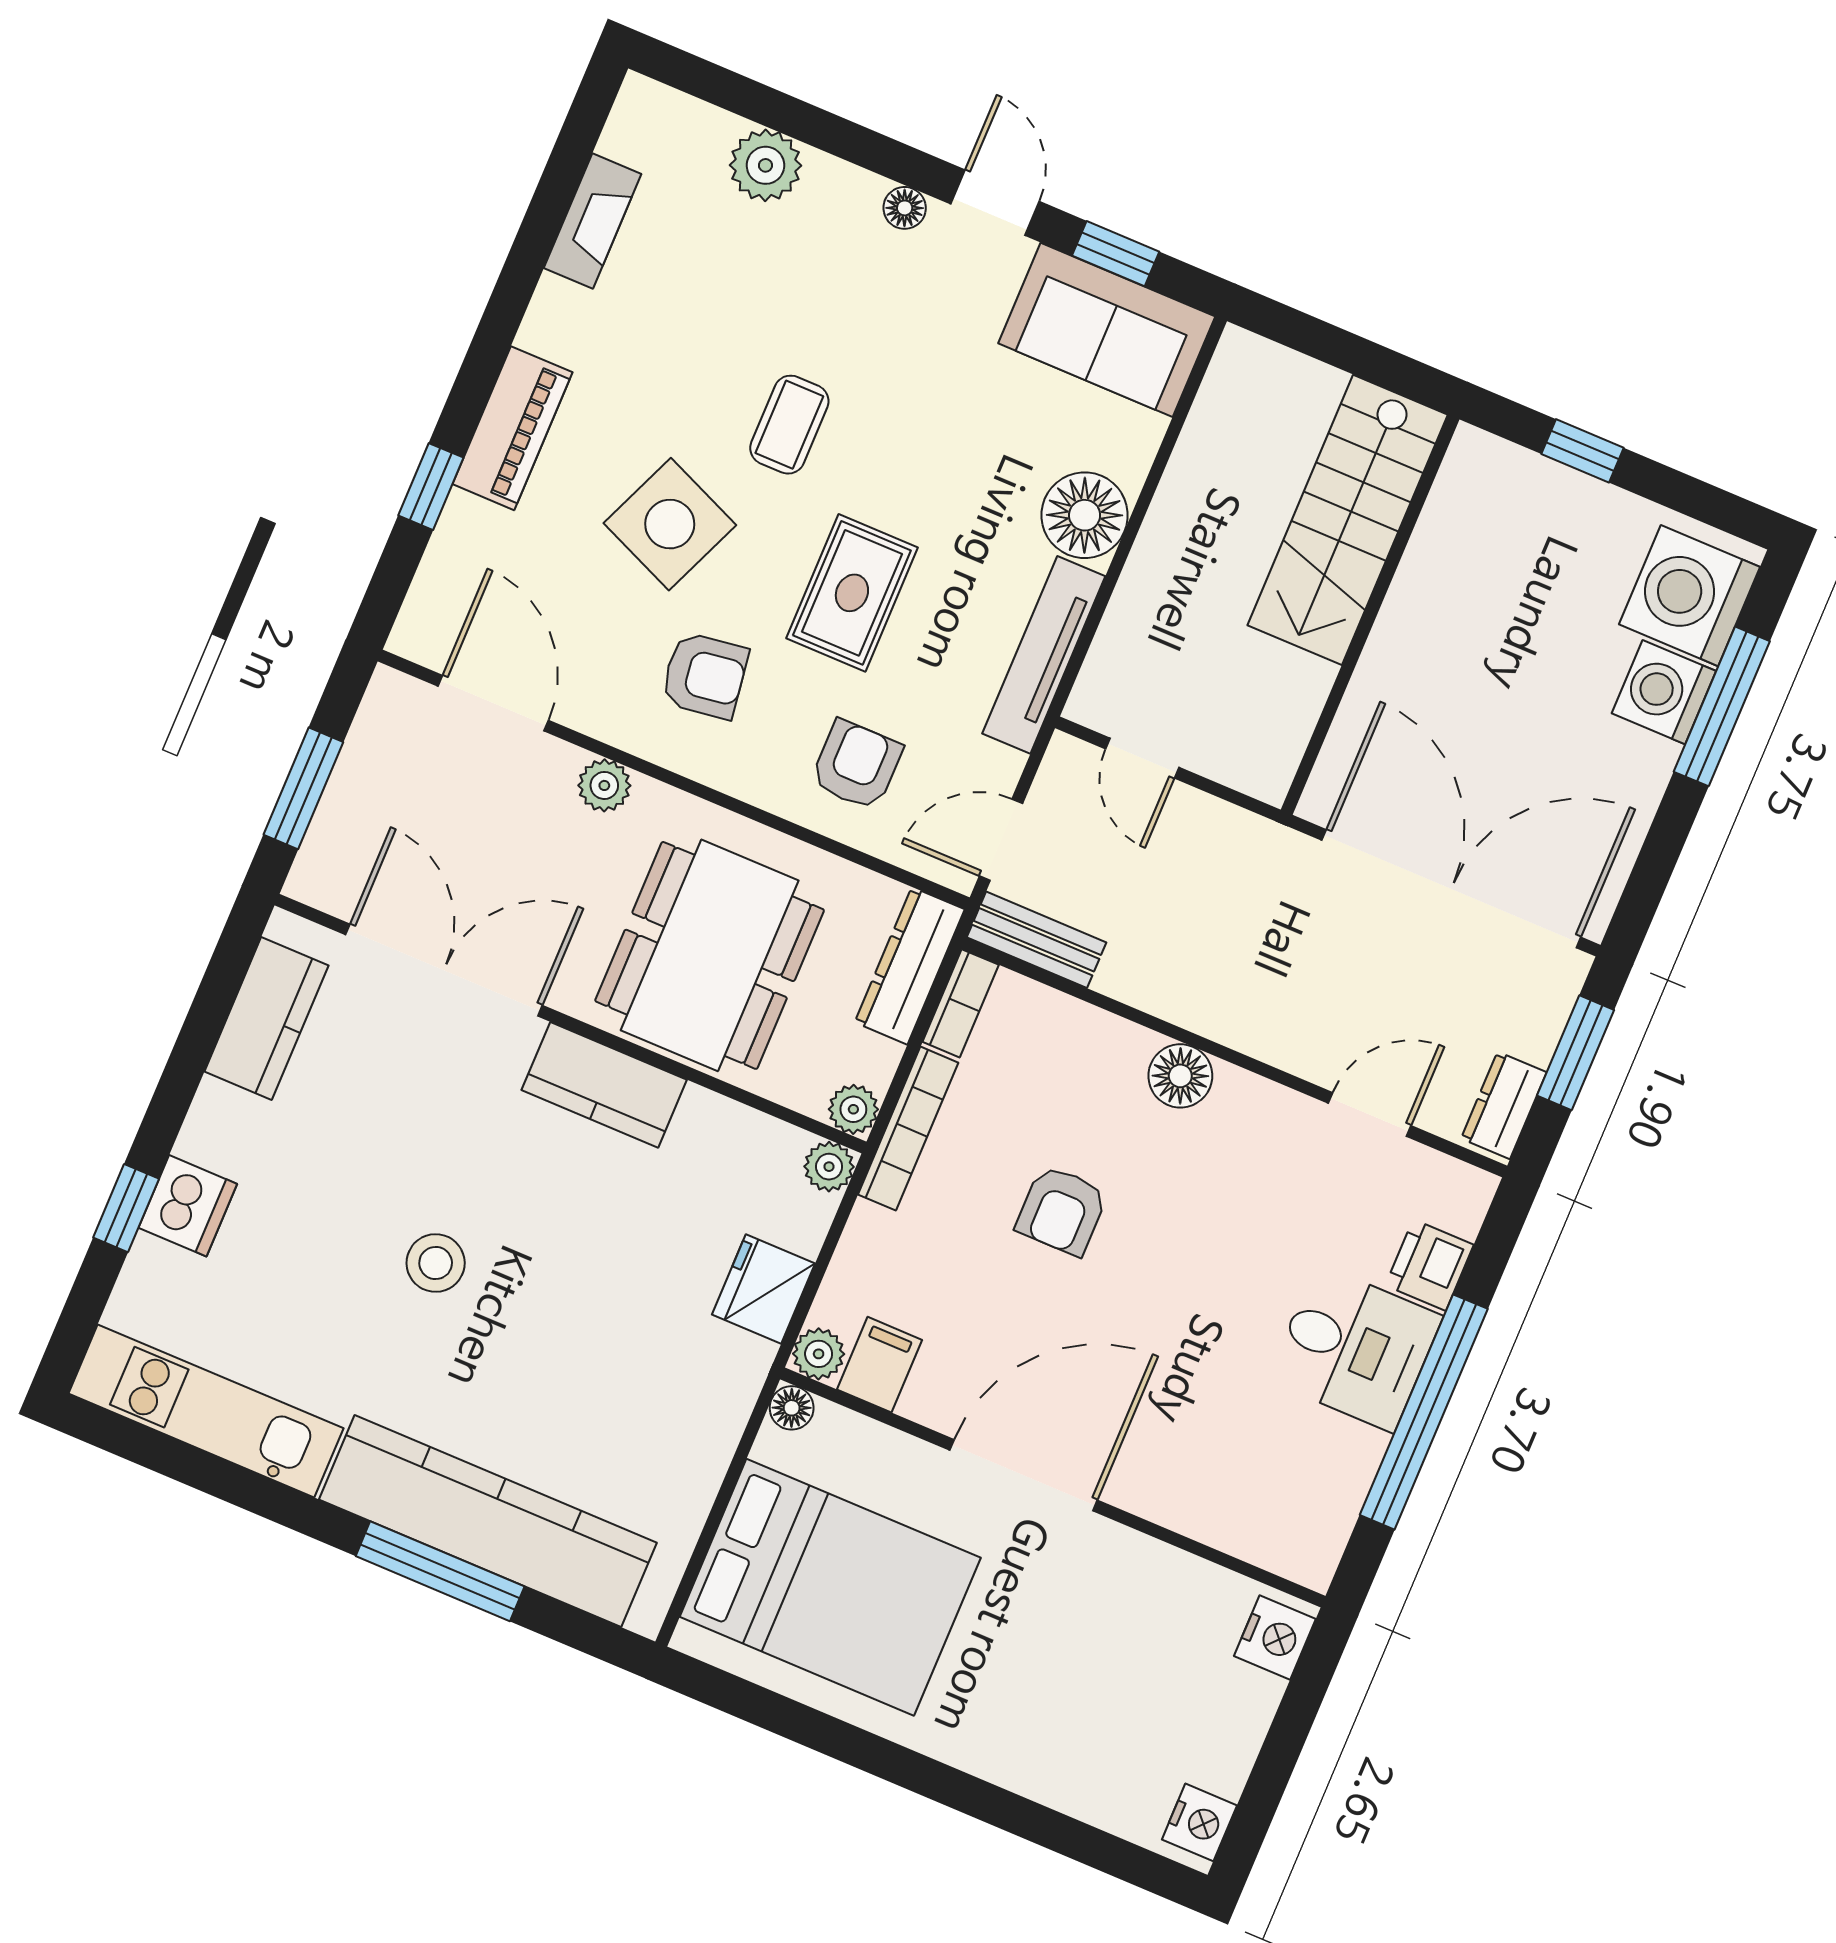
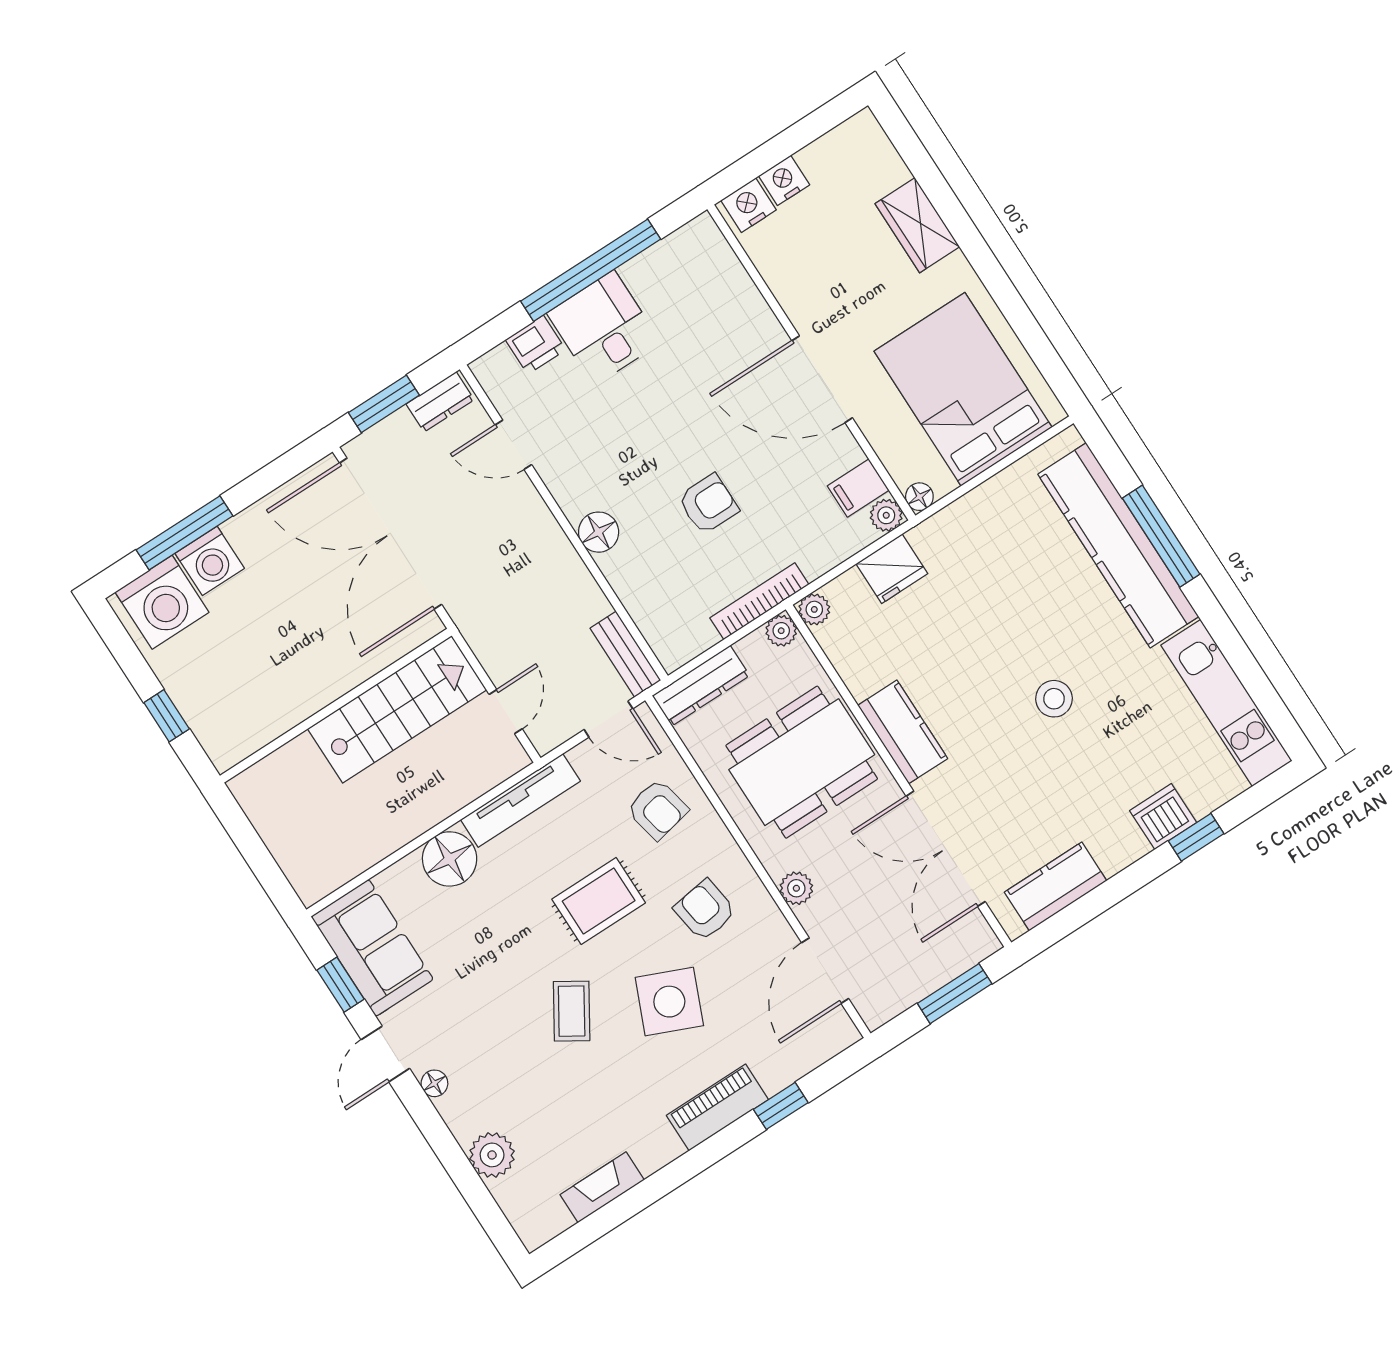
coffee table: (789, 425) -> (572, 1011), turned -58
stairs: (1348, 520) -> (397, 709), moved
armchair: (856, 765) -> (657, 809), turned -102
bookcase: (961, 1003) -> (688, 648), removed
wardrobe: (1036, 1761) -> (917, 225), added
nightstand: (1199, 1822) -> (784, 180), moved

